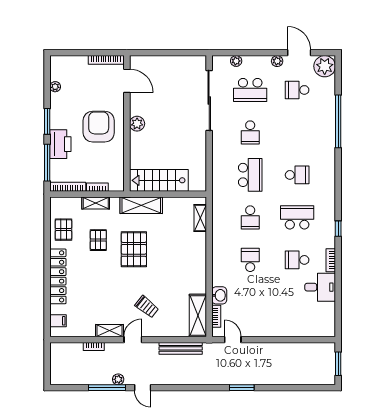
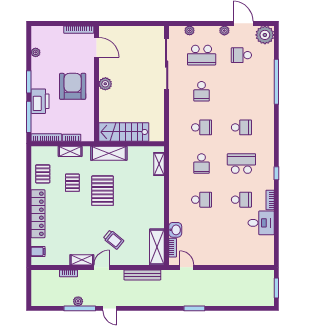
school desk: (250, 175) -> (202, 127), width x0.54
school desk: (250, 260) -> (202, 200), turned 90
school desk: (297, 260) -> (241, 200), turned 180
plant: (118, 379) -> (78, 301), moved

